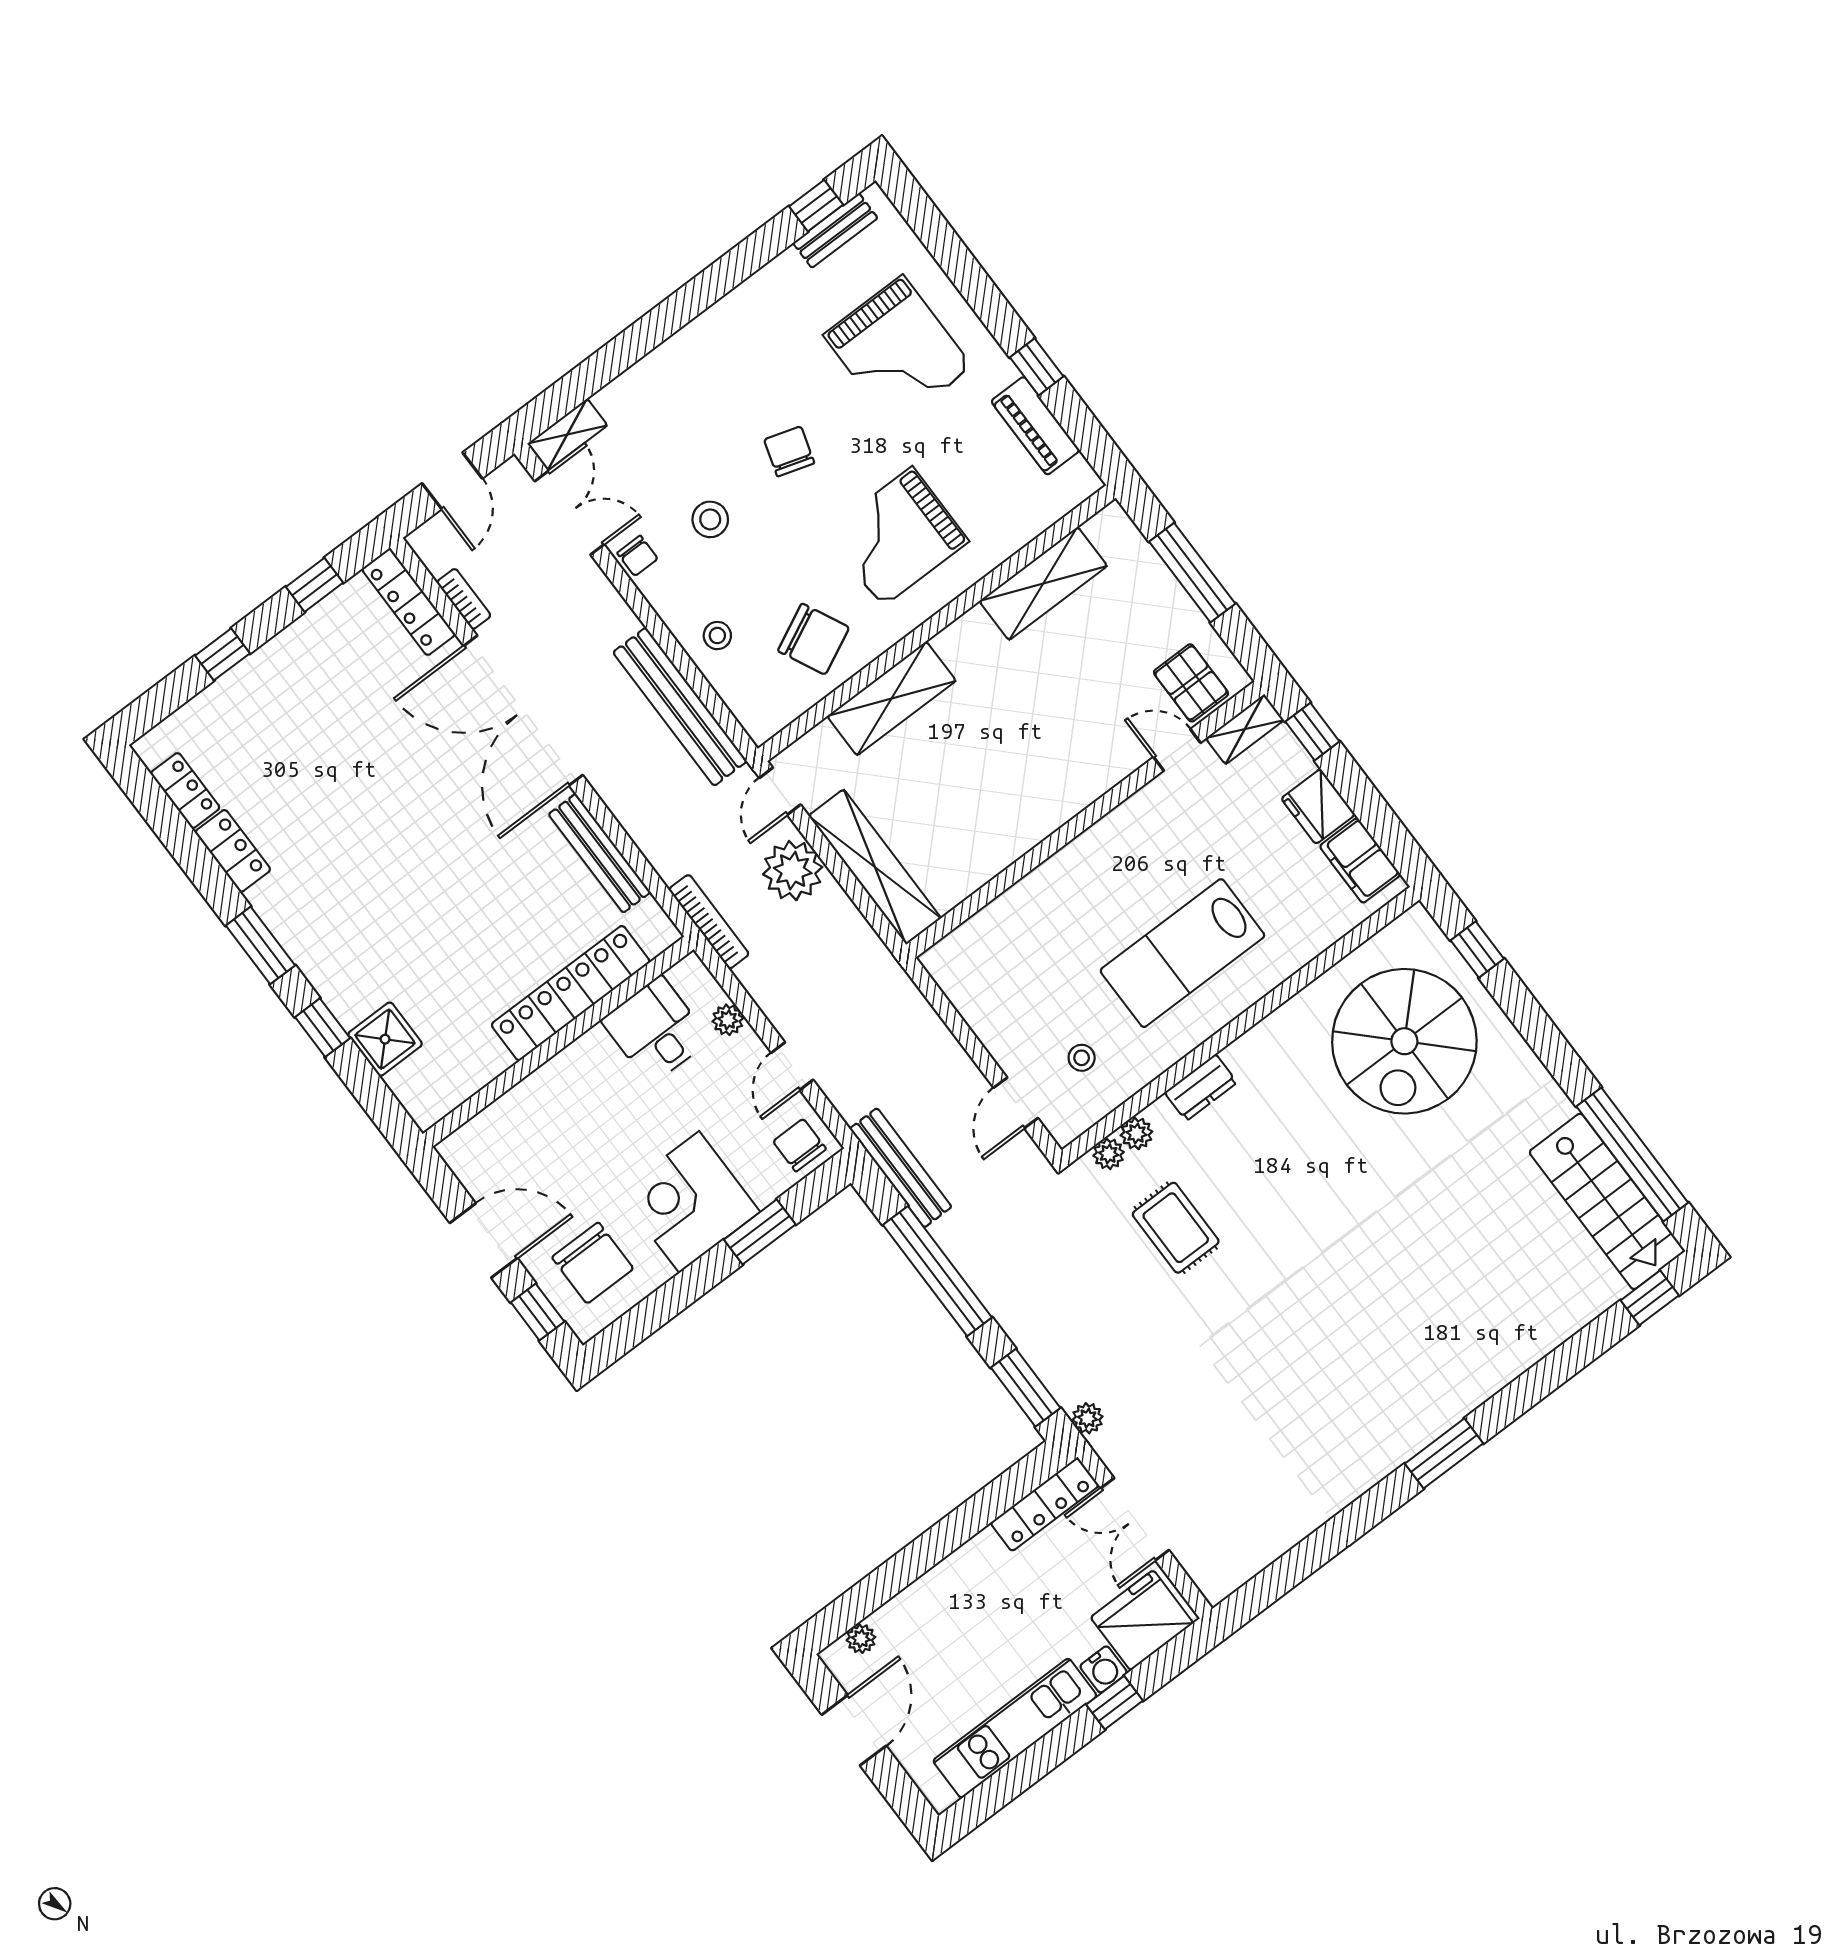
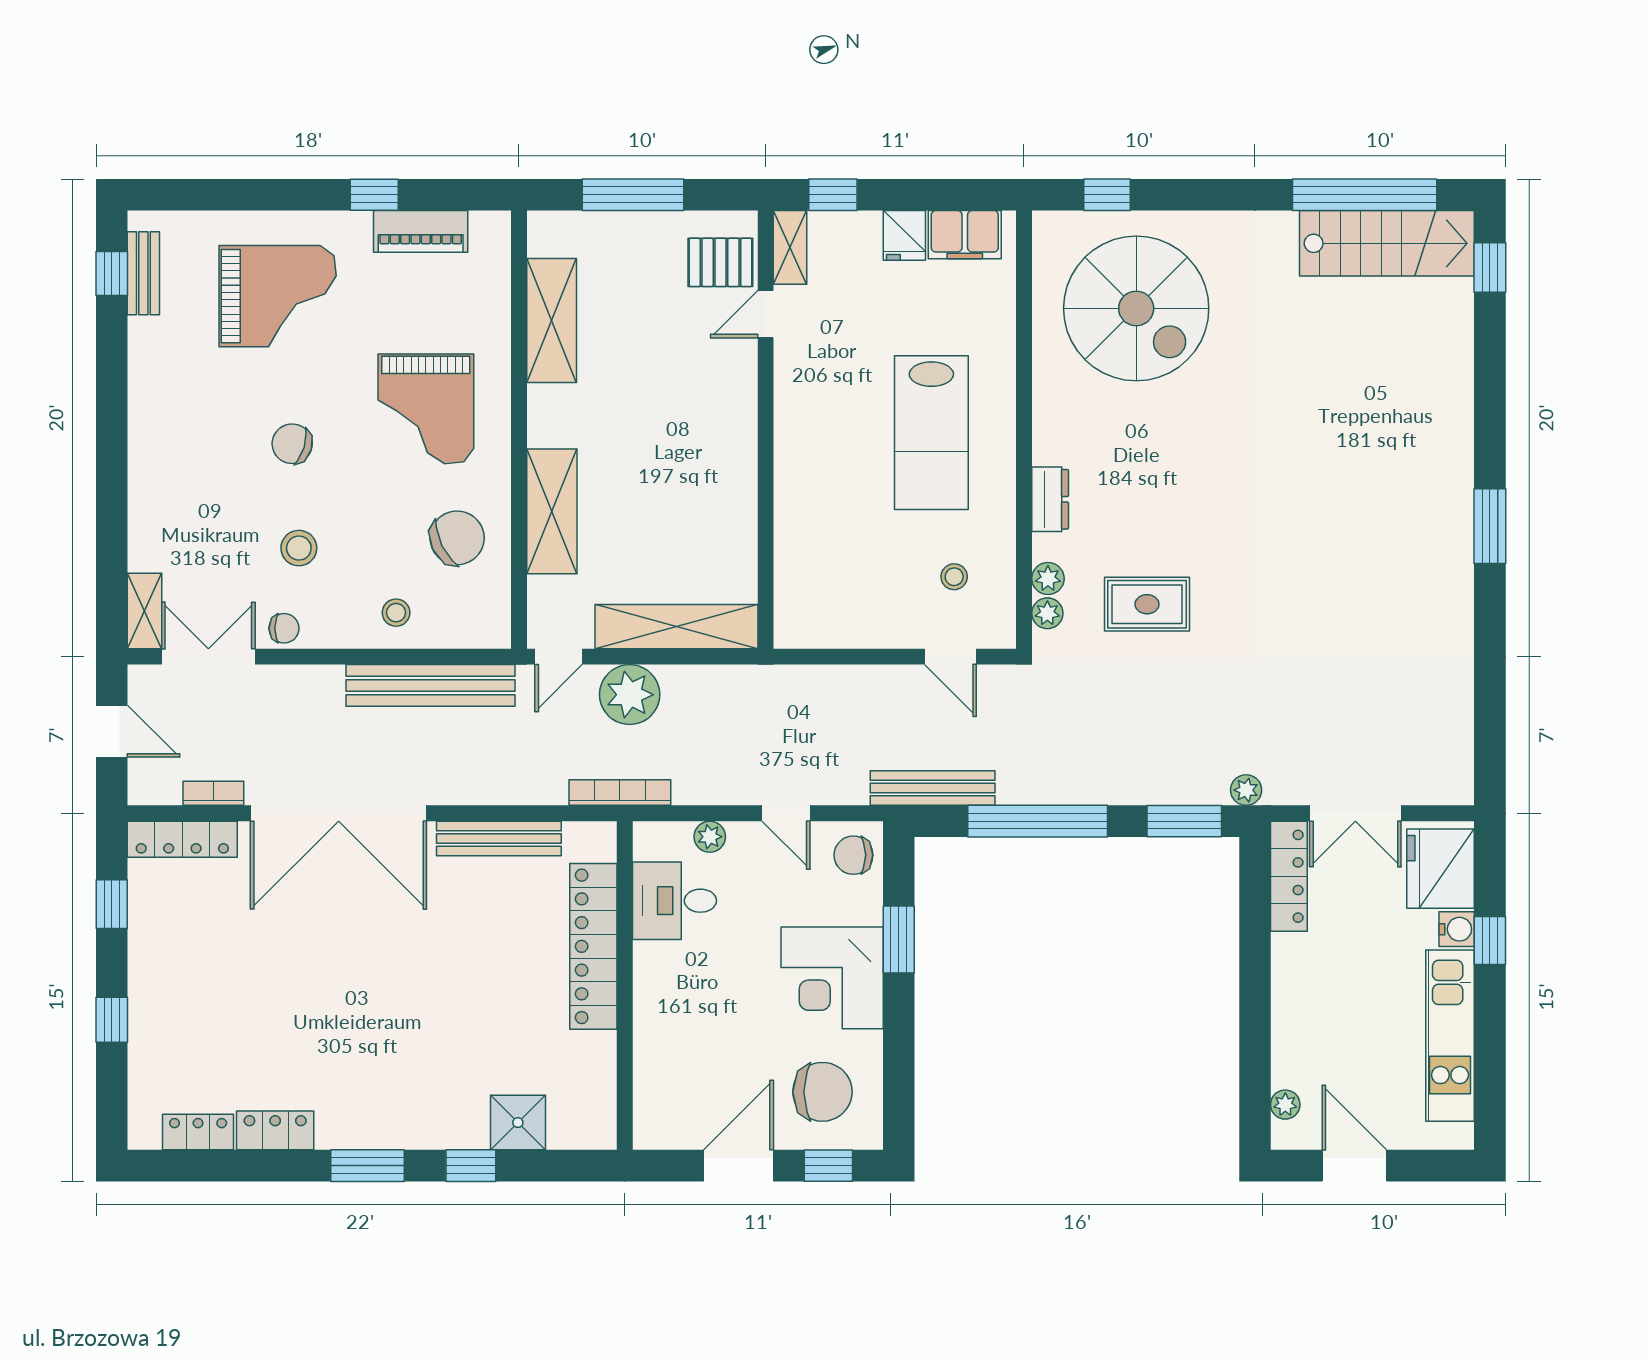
door: (780, 791) -> (558, 657), hinge flipped
fridge: (1318, 806) -> (904, 235), width x0.72

